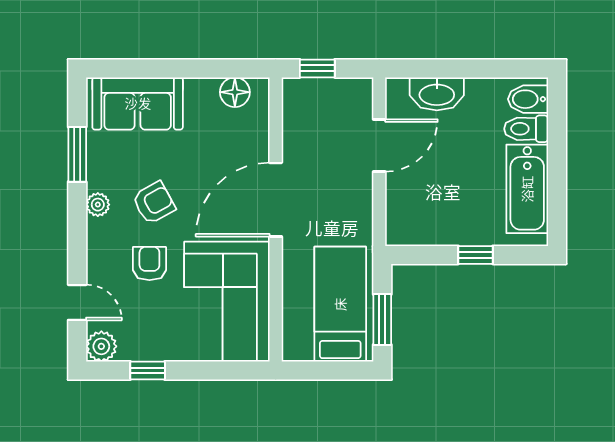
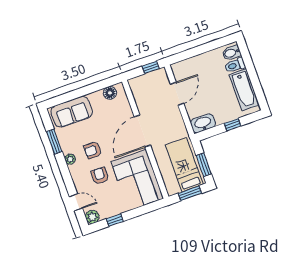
window: (317, 68) -> (151, 67), moved
washbasin: (437, 94) -> (203, 123), moved, turned 180
armchair: (154, 203) -> (93, 150), turned -151
window: (331, 370) -> (190, 193), added

